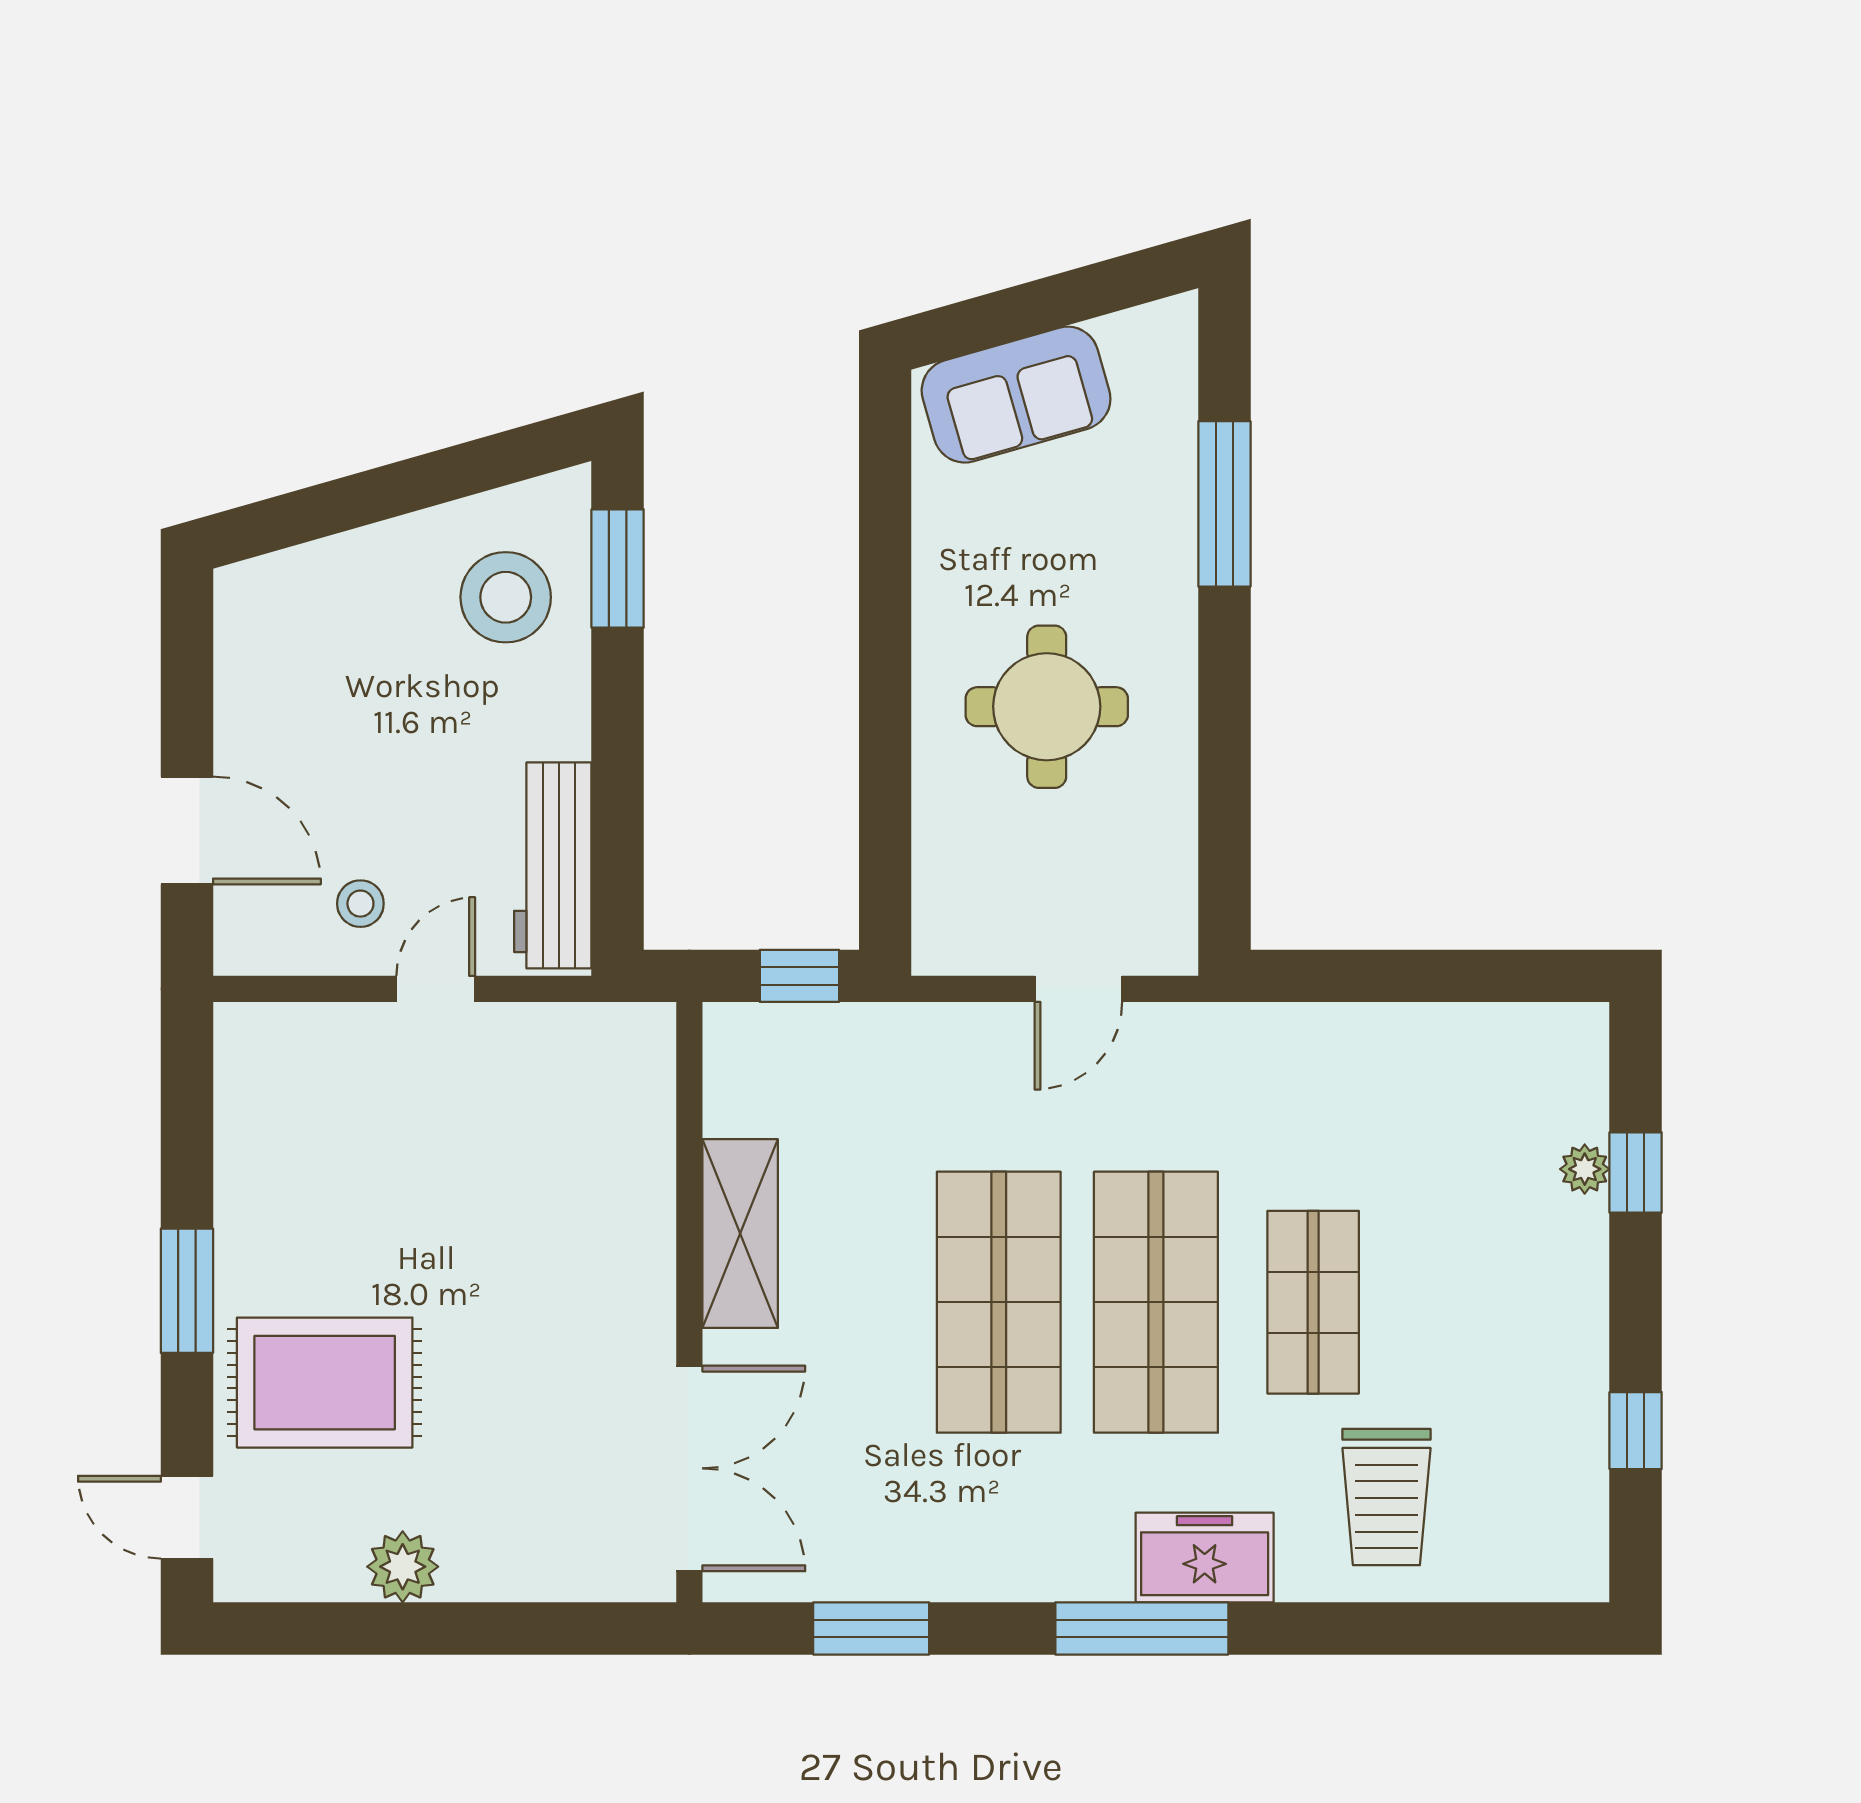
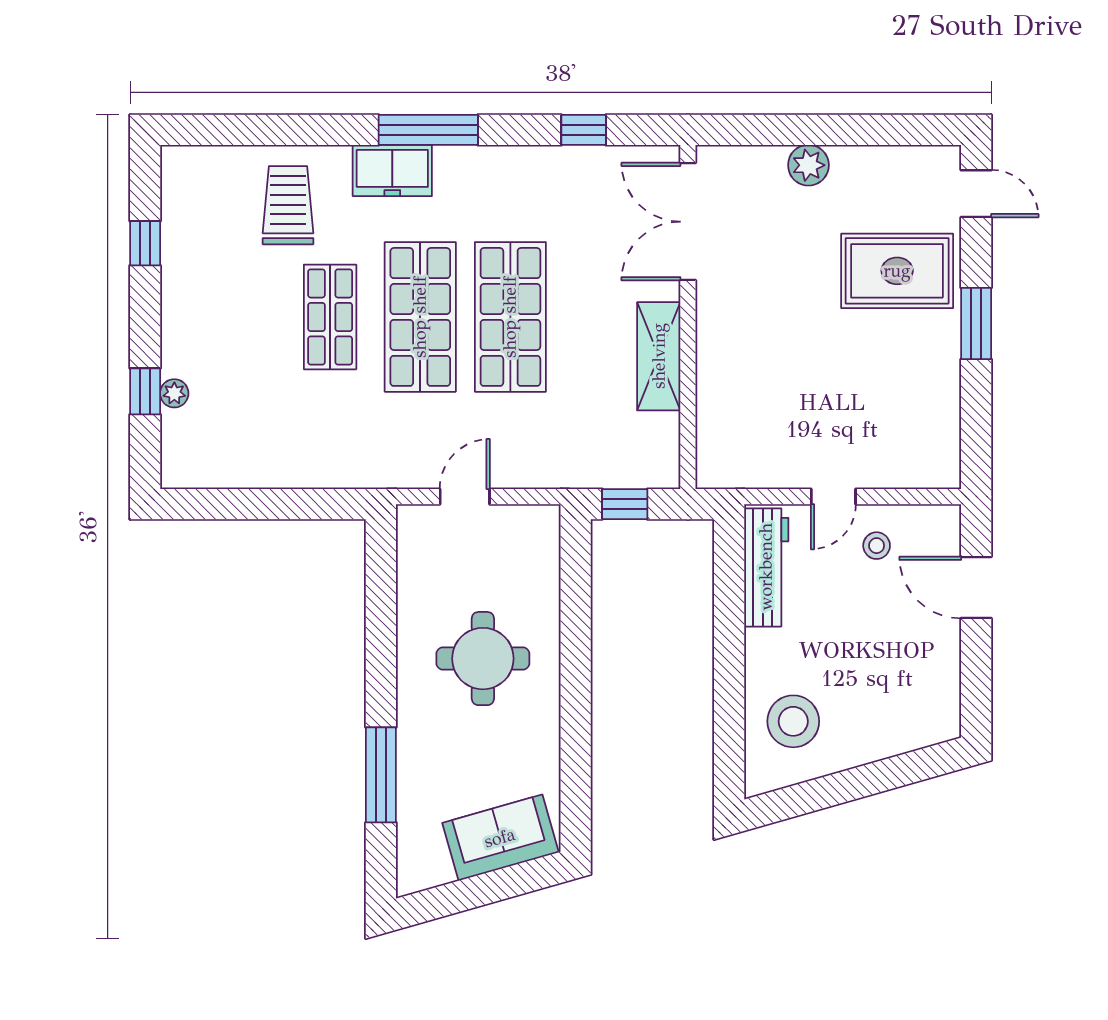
window: (618, 569) -> (729, 738), removed
plant: (403, 1567) -> (808, 165), moved
window: (871, 1628) -> (584, 130), width x0.67

